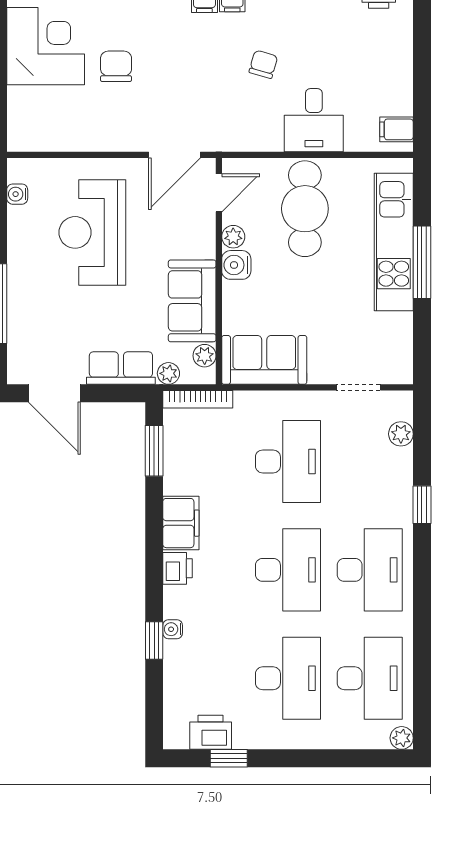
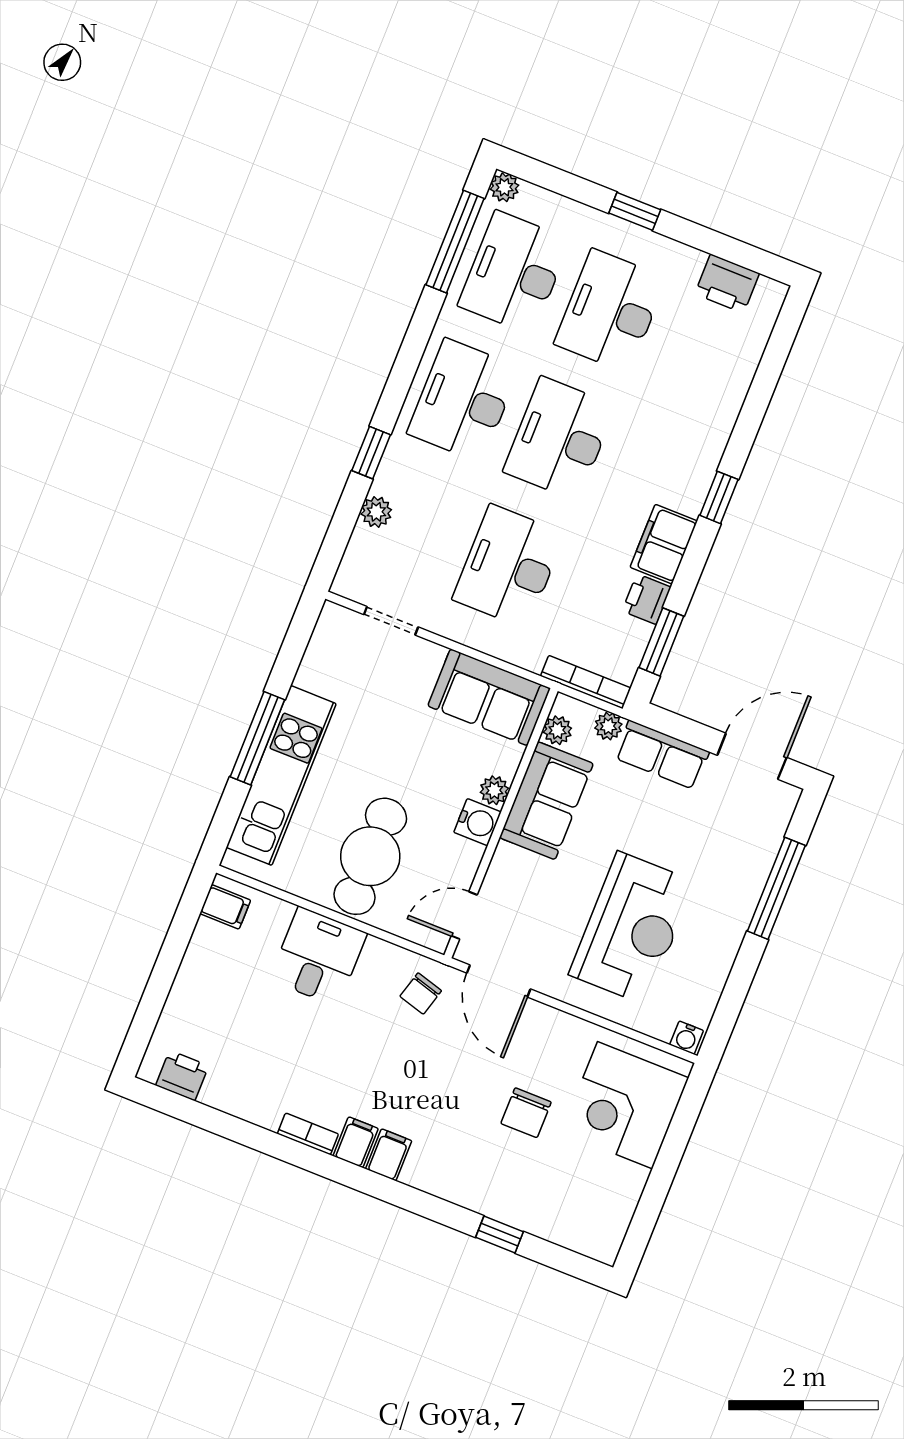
corner desk: (46, 46) -> (625, 1105), moved
chair: (263, 64) -> (421, 993), moved
door: (174, 155) -> (499, 981), swing flipped
water cooler: (17, 194) -> (687, 1038), moved, turned 90
plant: (233, 237) -> (494, 790), moved
door: (54, 393) -> (752, 756), hinge flipped
plant: (401, 434) -> (376, 512), moved
printer: (178, 568) -> (647, 599), moved
water cooler: (173, 629) -> (723, 423), removed
window: (154, 641) -> (719, 497), moved
window: (422, 684) -> (455, 242), added
window: (229, 758) -> (635, 211), moved

